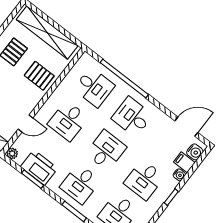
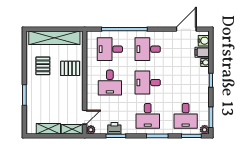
desk: (94, 87) -> (110, 49), turned 180
door: (25, 123) -> (85, 117), moved
desk: (106, 150) -> (148, 83), turned -90
printer: (39, 168) -> (114, 128), width x0.53, depth x0.68
desk: (144, 180) -> (186, 83), removed

